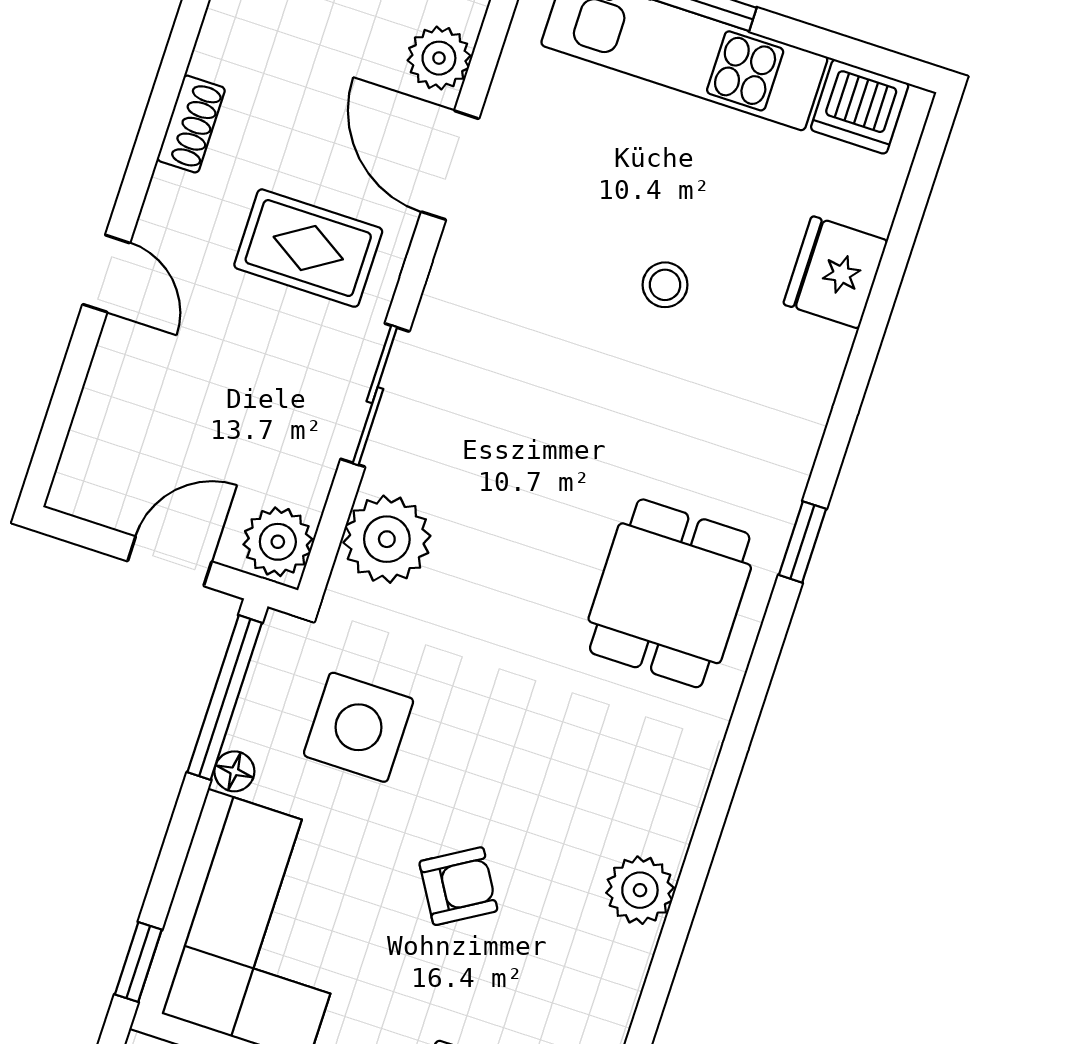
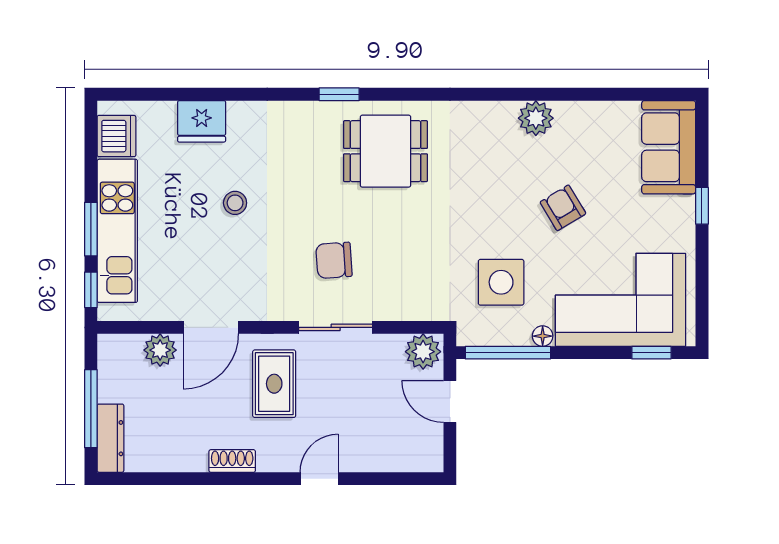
chair: (500, 433) -> (334, 260), added
plant: (387, 539) -> (404, 298), removed

